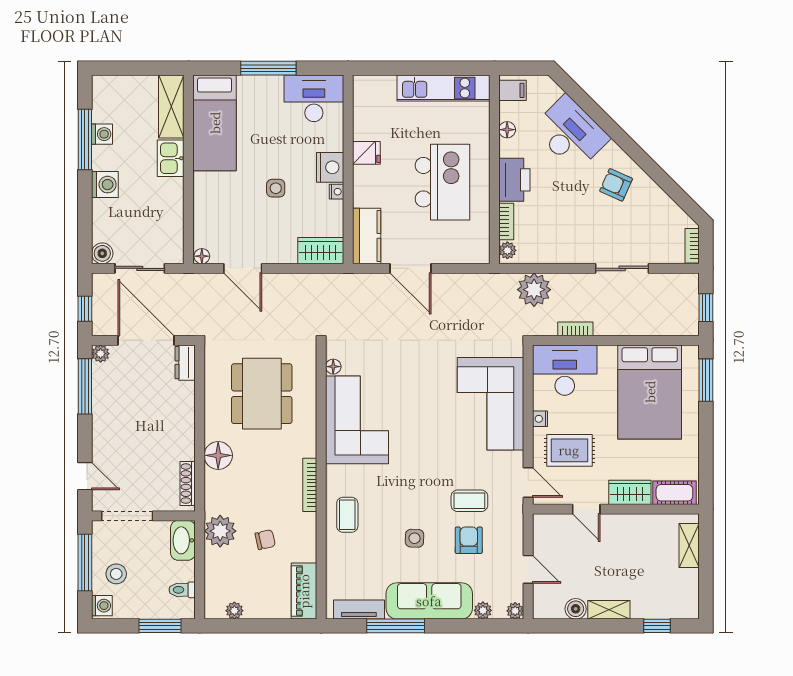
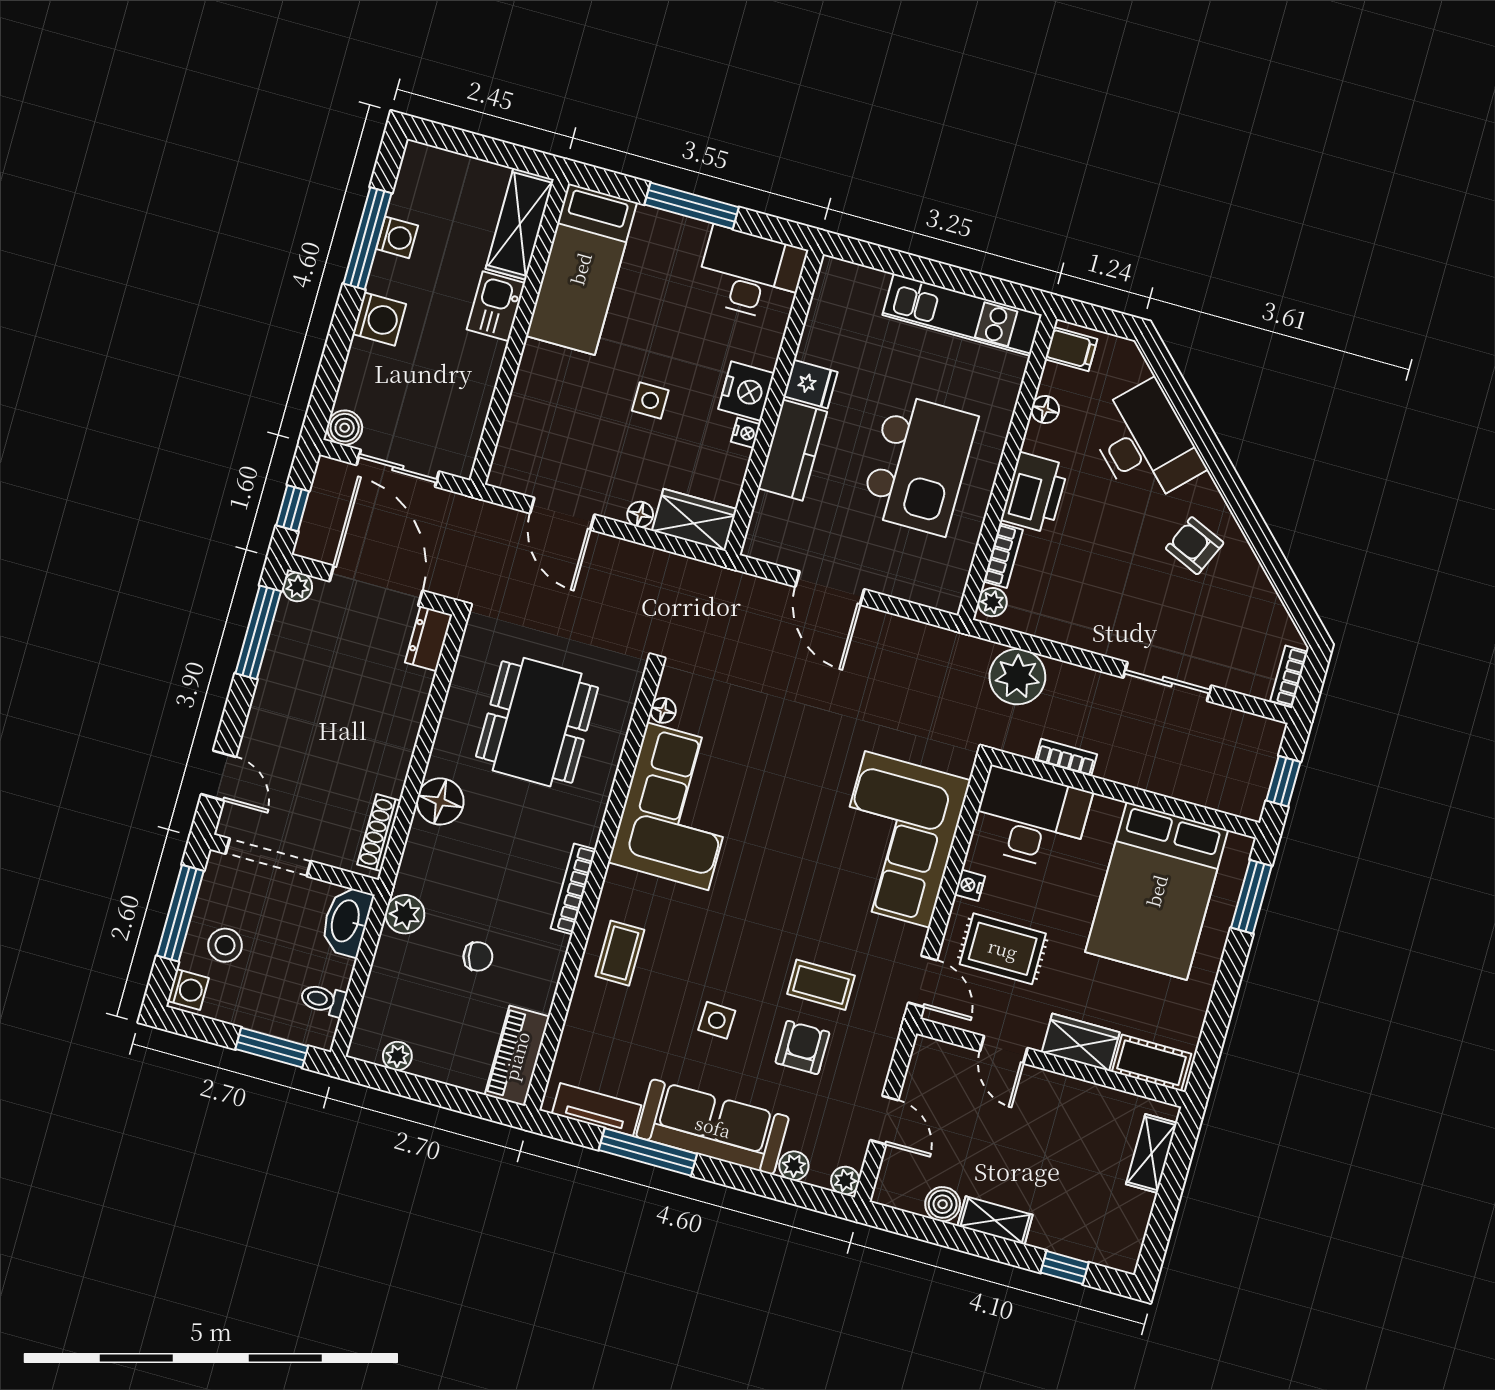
kitchen counter: (367, 236) -> (793, 450), moved
floor lamp: (202, 256) -> (640, 514), moved
plant: (220, 531) -> (405, 914), width x0.73, depth x0.73

